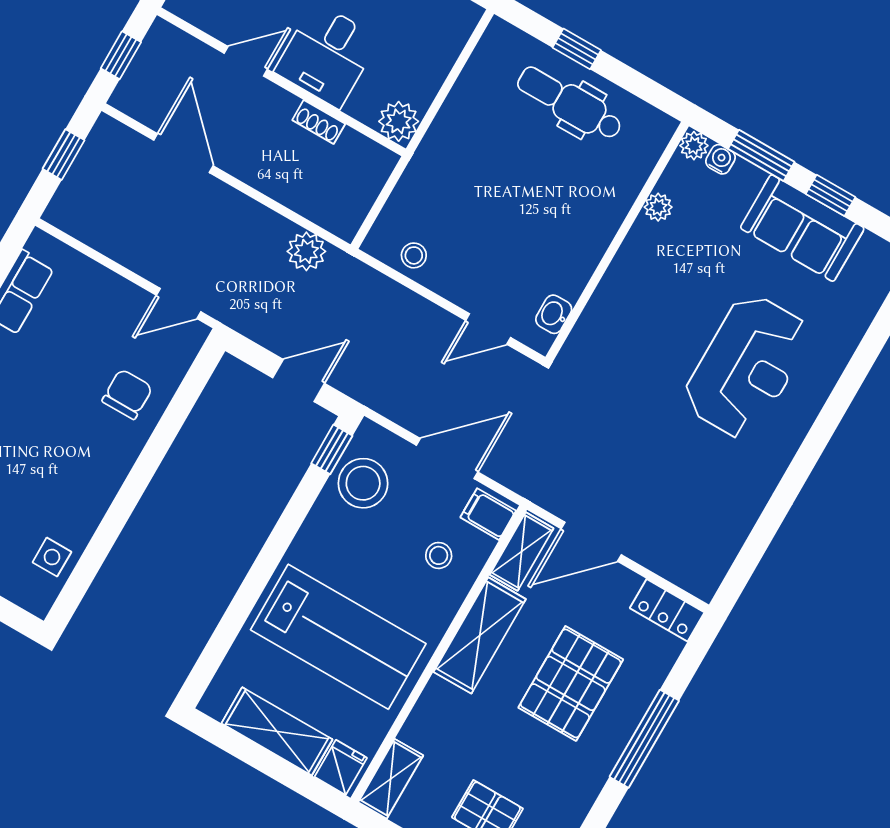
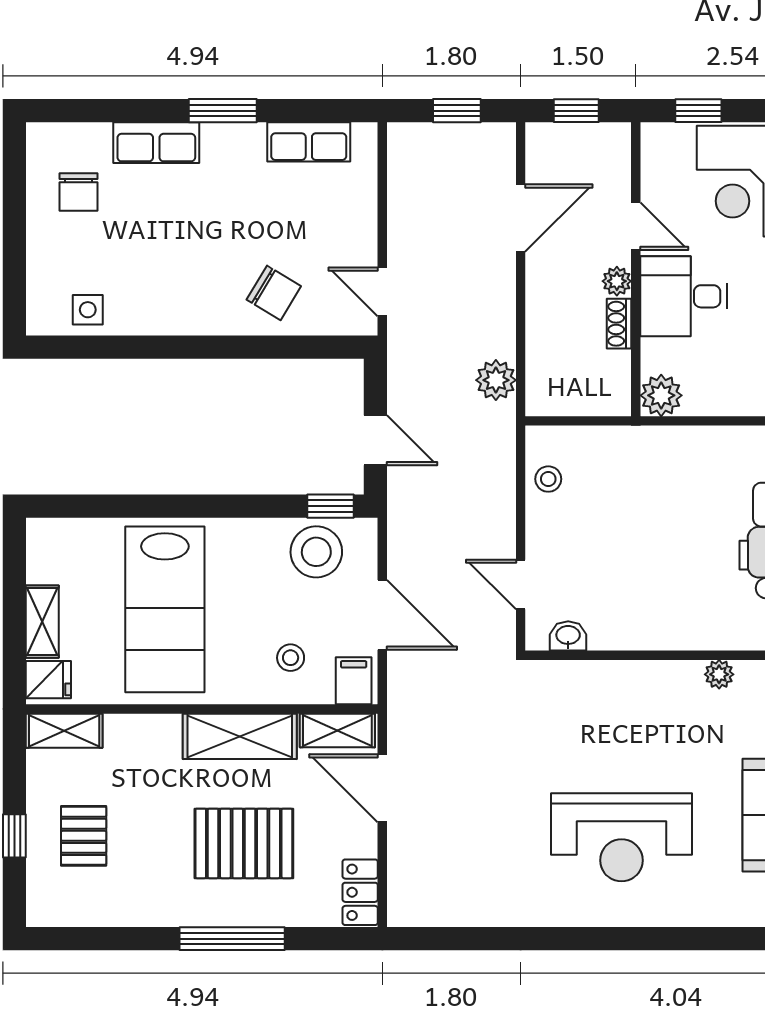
plant: (282, 103) -> (617, 281), added
chair: (127, 394) -> (274, 293), turned 31
shelving: (277, 731) -> (42, 622), width x0.67, depth x0.75

